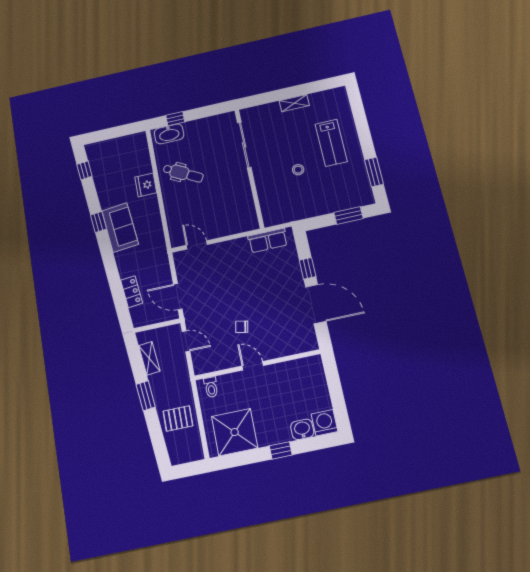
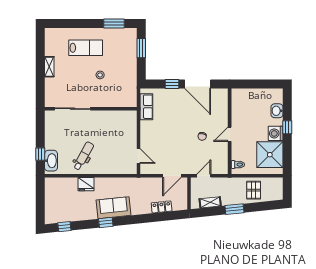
door: (197, 245) -> (138, 156), swing flipped
door: (316, 304) -> (198, 84), swing flipped
washing machine: (325, 423) -> (276, 133), moved

